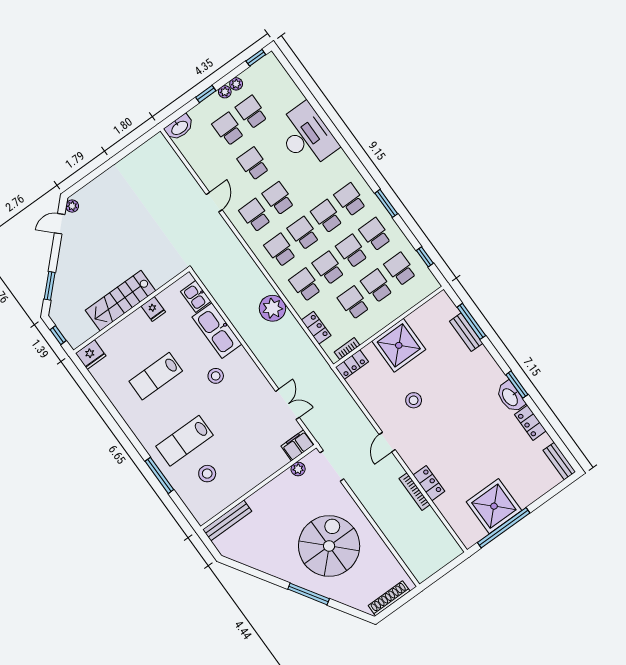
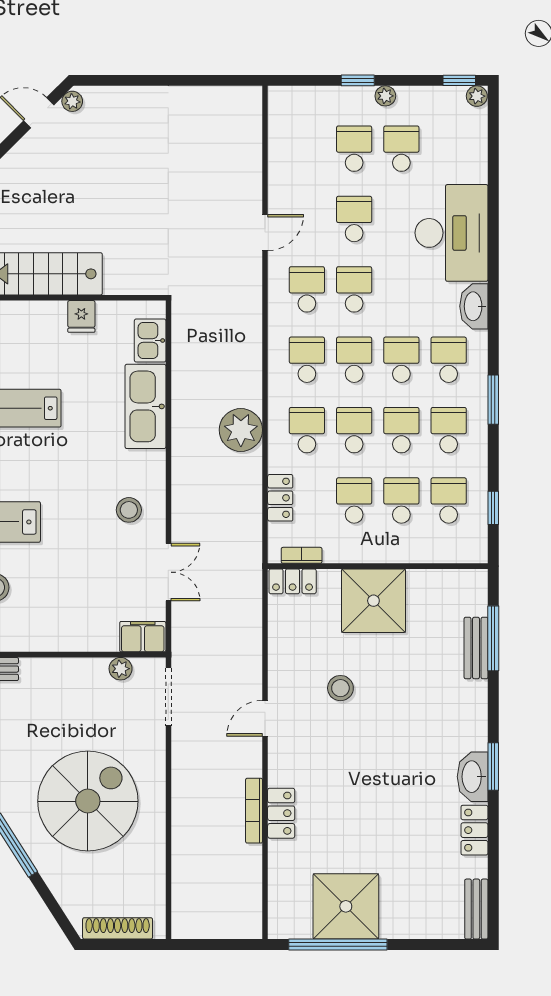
plant: (236, 84) -> (477, 96), moved
washbasin: (179, 127) -> (474, 306), moved, turned 90
stool: (216, 376) -> (129, 510), moved

